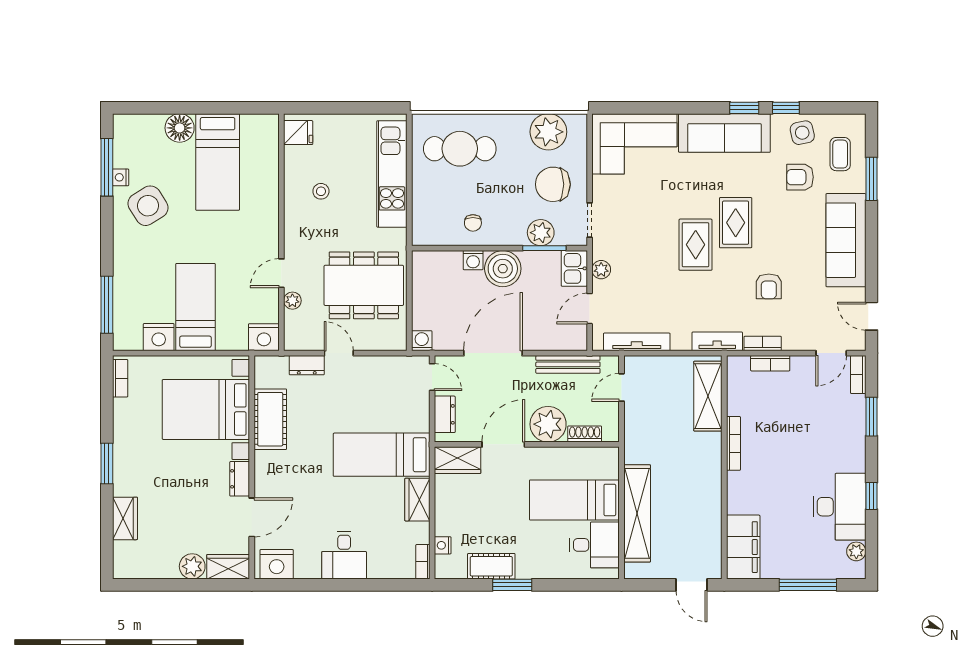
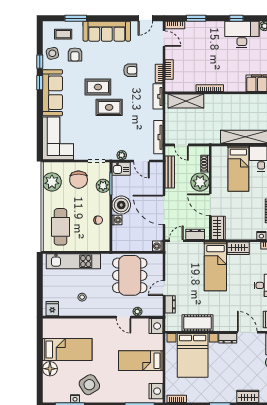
nightstand: (159, 337) -> (156, 391), moved

